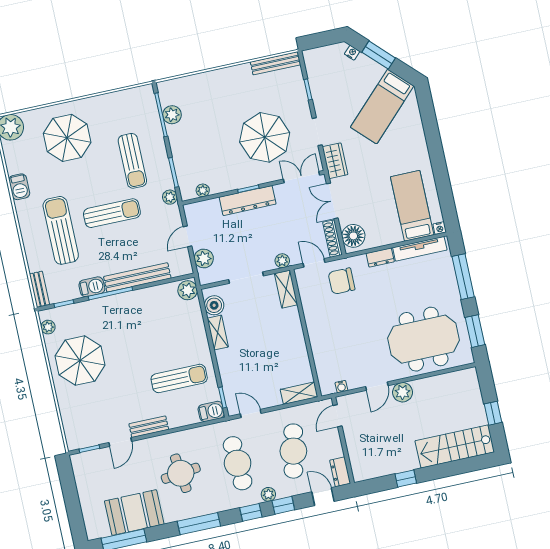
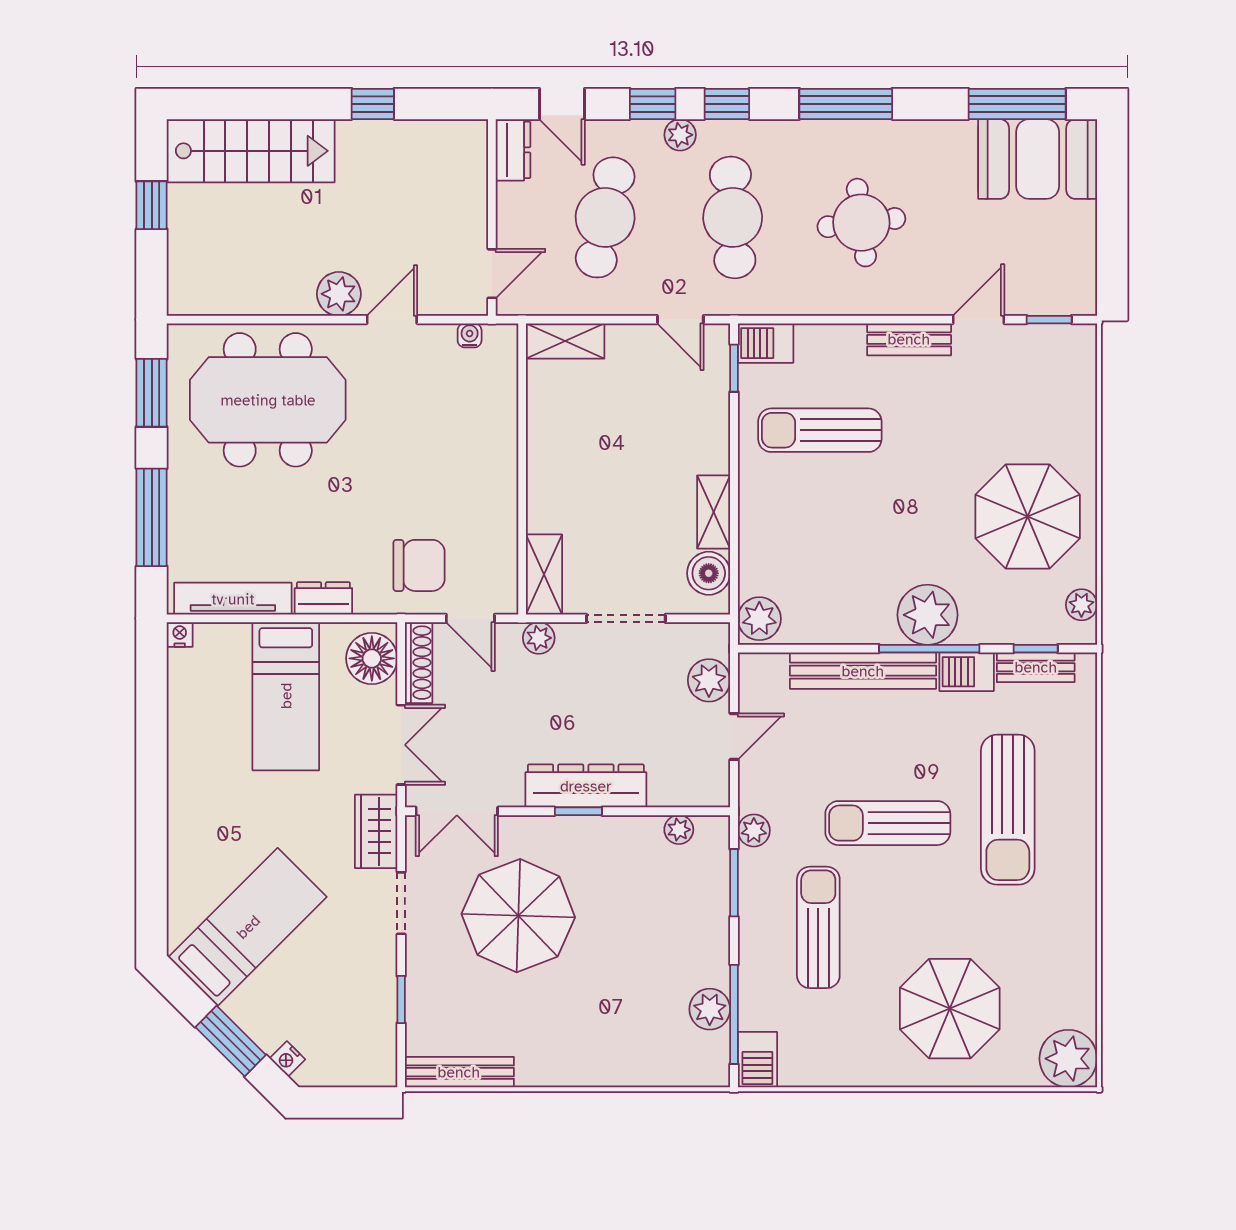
barbecue: (19, 187) -> (757, 1060), moved, turned 180
bed: (412, 206) -> (286, 696), moved
bench: (39, 289) -> (1036, 667), moved, turned 90
plant: (114, 308) -> (928, 615), added
booth: (134, 513) -> (1038, 159), moved

